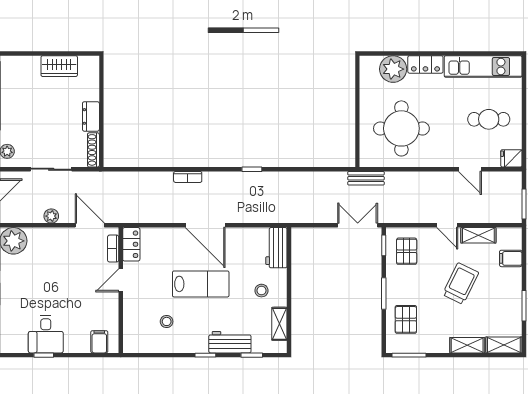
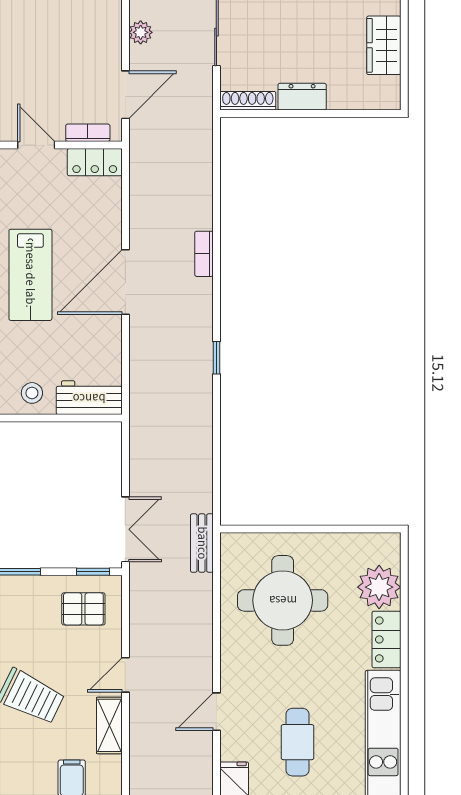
stool: (261, 291) -> (32, 393), moved

